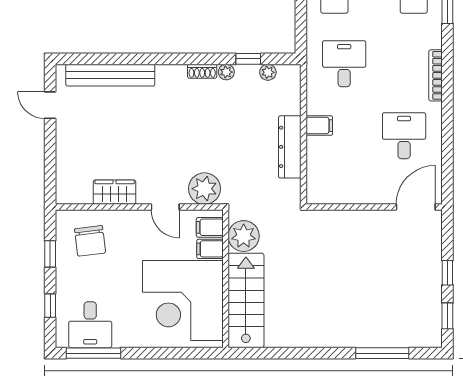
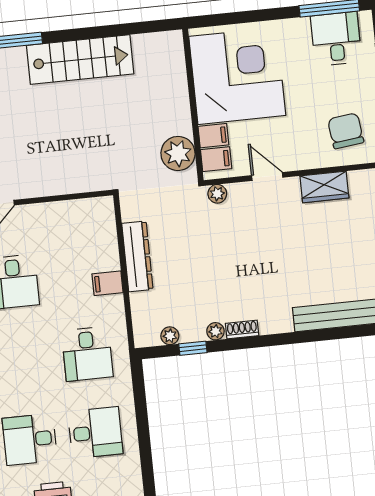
plant: (204, 189) -> (217, 194), width x0.53, depth x0.53
stairs: (246, 300) -> (80, 60), moved, turned -90

